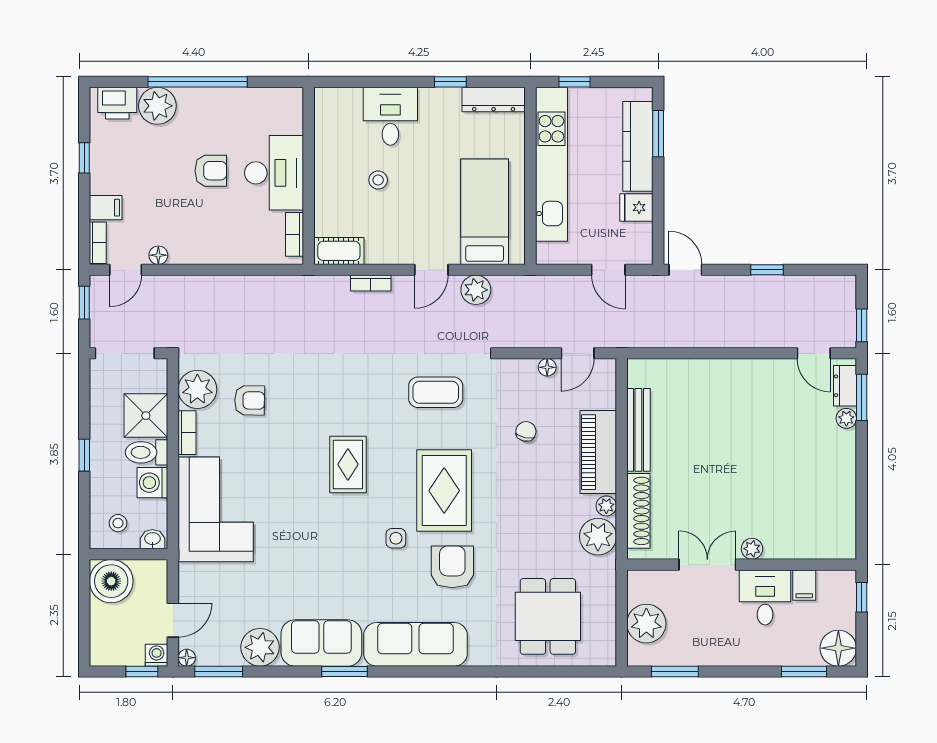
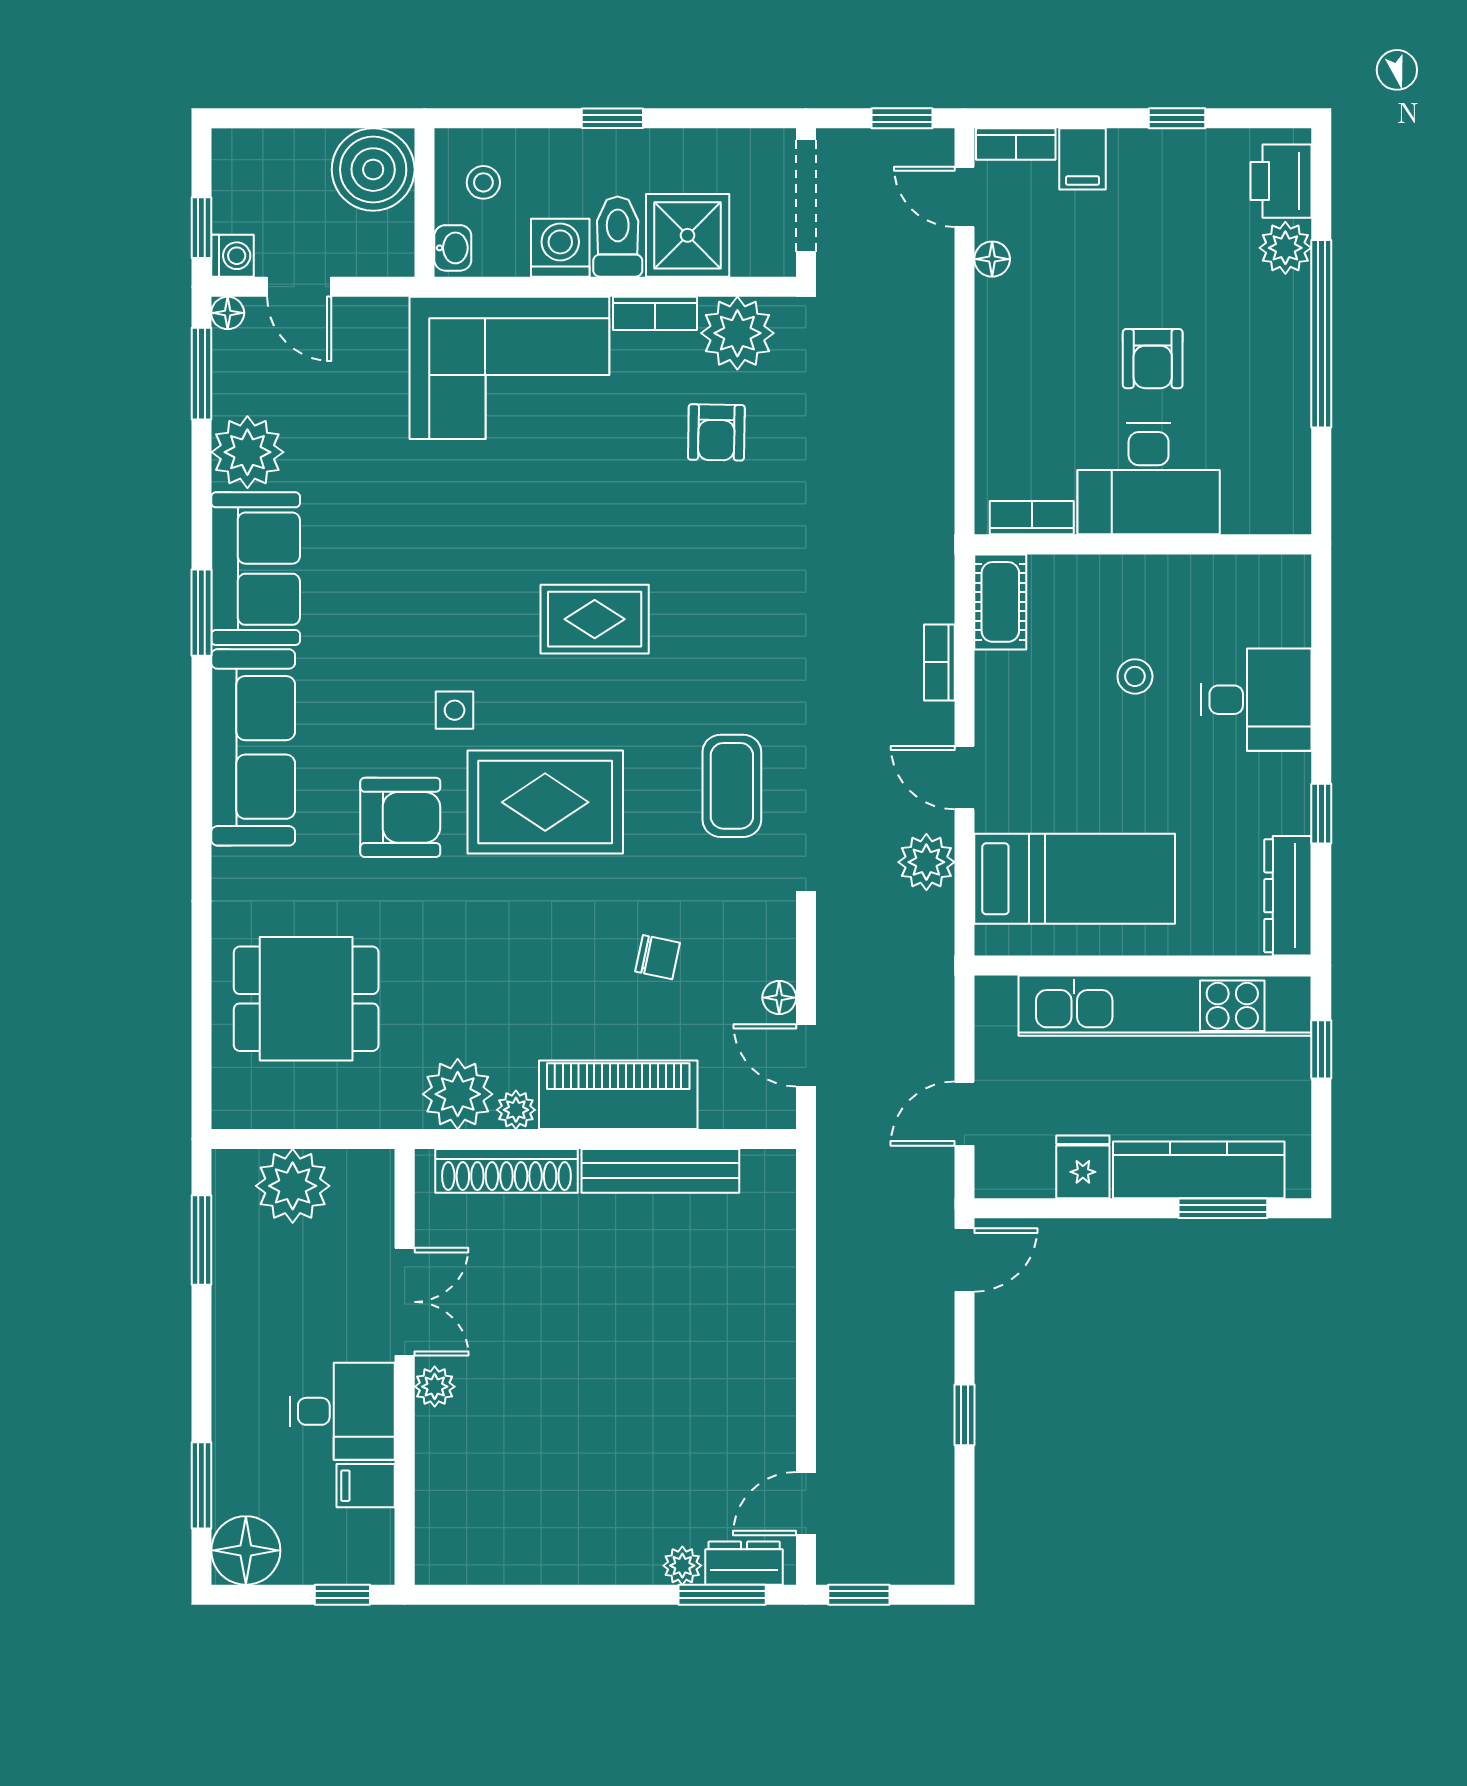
plant: (157, 106) -> (1285, 248), width x0.73, depth x0.73

